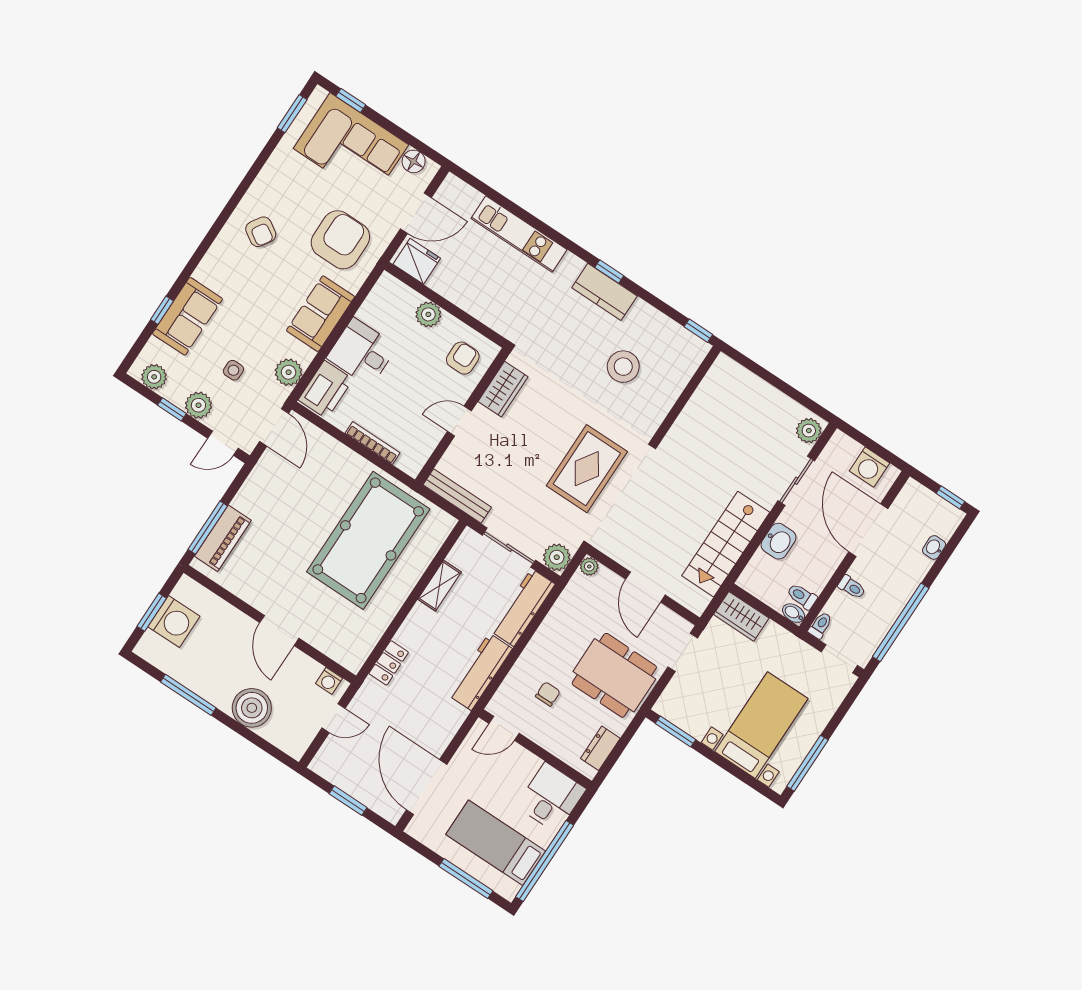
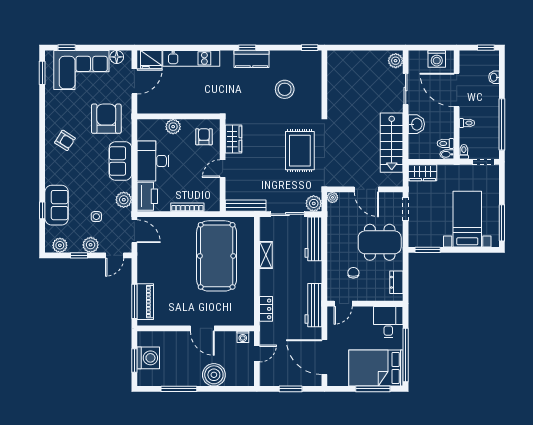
fridge: (417, 261) -> (151, 59), moved, turned 180
desk: (362, 352) -> (153, 161), width x1.37
workbench: (480, 672) -> (313, 305), moved
bed: (496, 843) -> (376, 368), width x1.50

